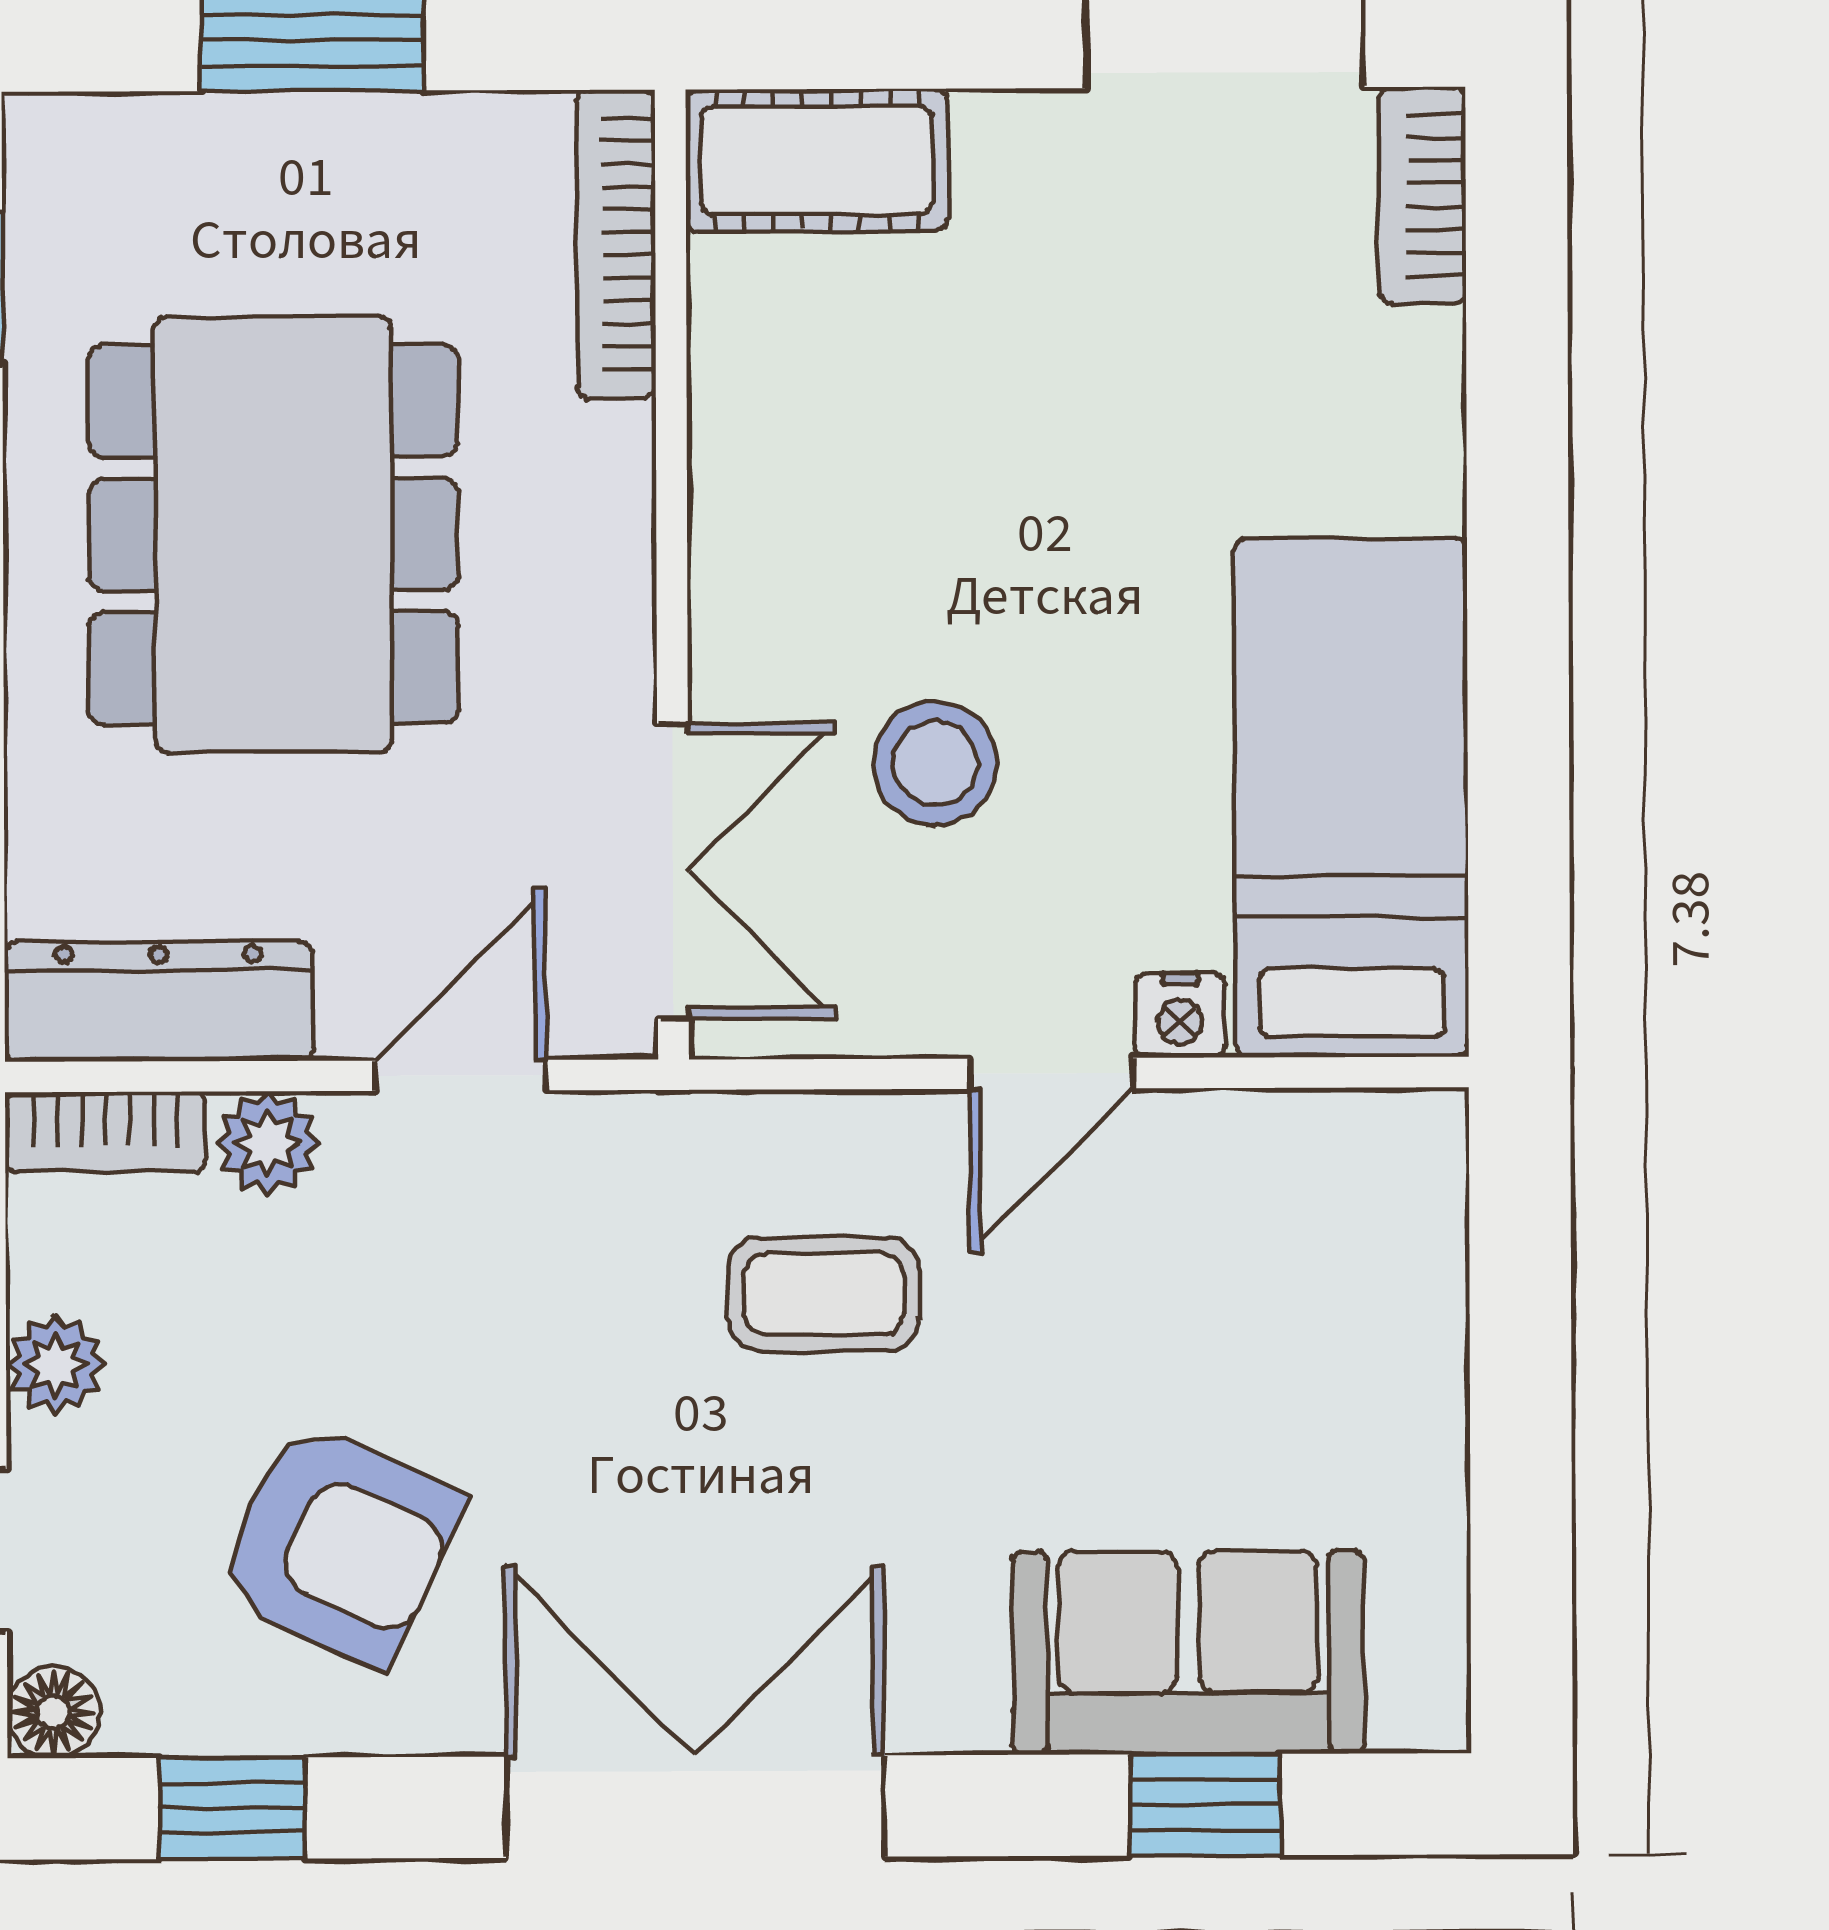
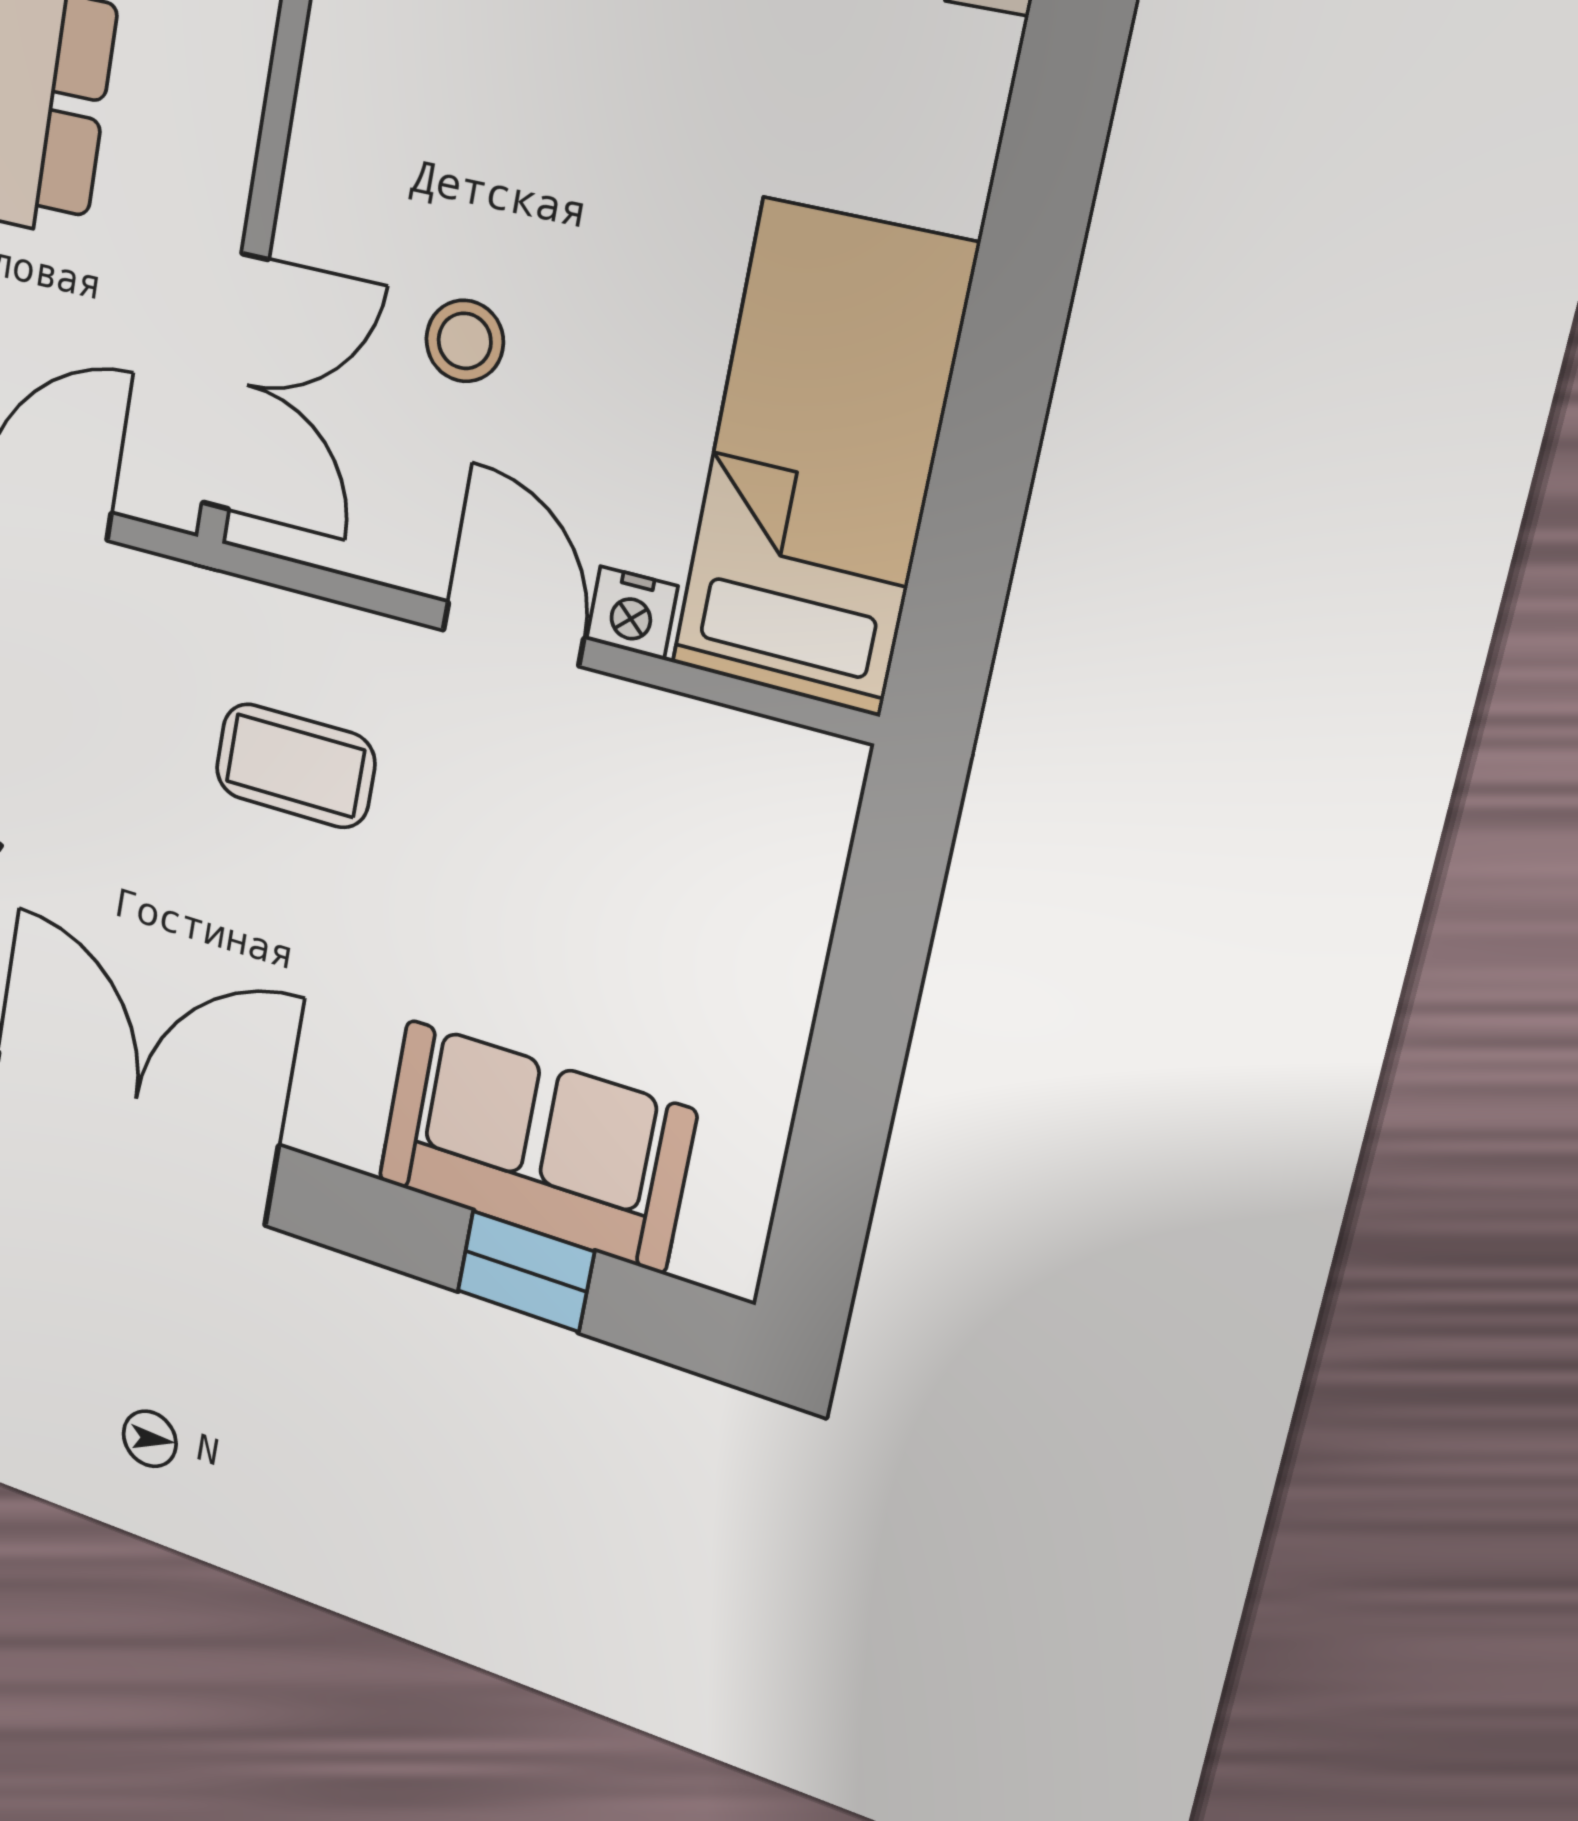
stool: (935, 763) -> (465, 341), width x0.73, depth x0.73
door: (1051, 1073) -> (513, 634), swing flipped

